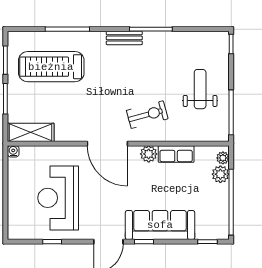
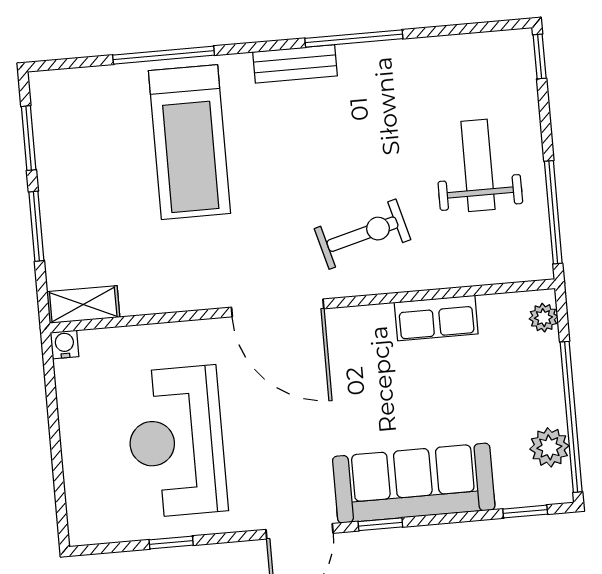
treadmill: (51, 67) -> (189, 142), moved, turned -90
shelving: (31, 132) -> (83, 304), width x0.67, depth x0.75
plant: (149, 154) -> (374, 323), removed
plant: (220, 174) -> (549, 447), moved

